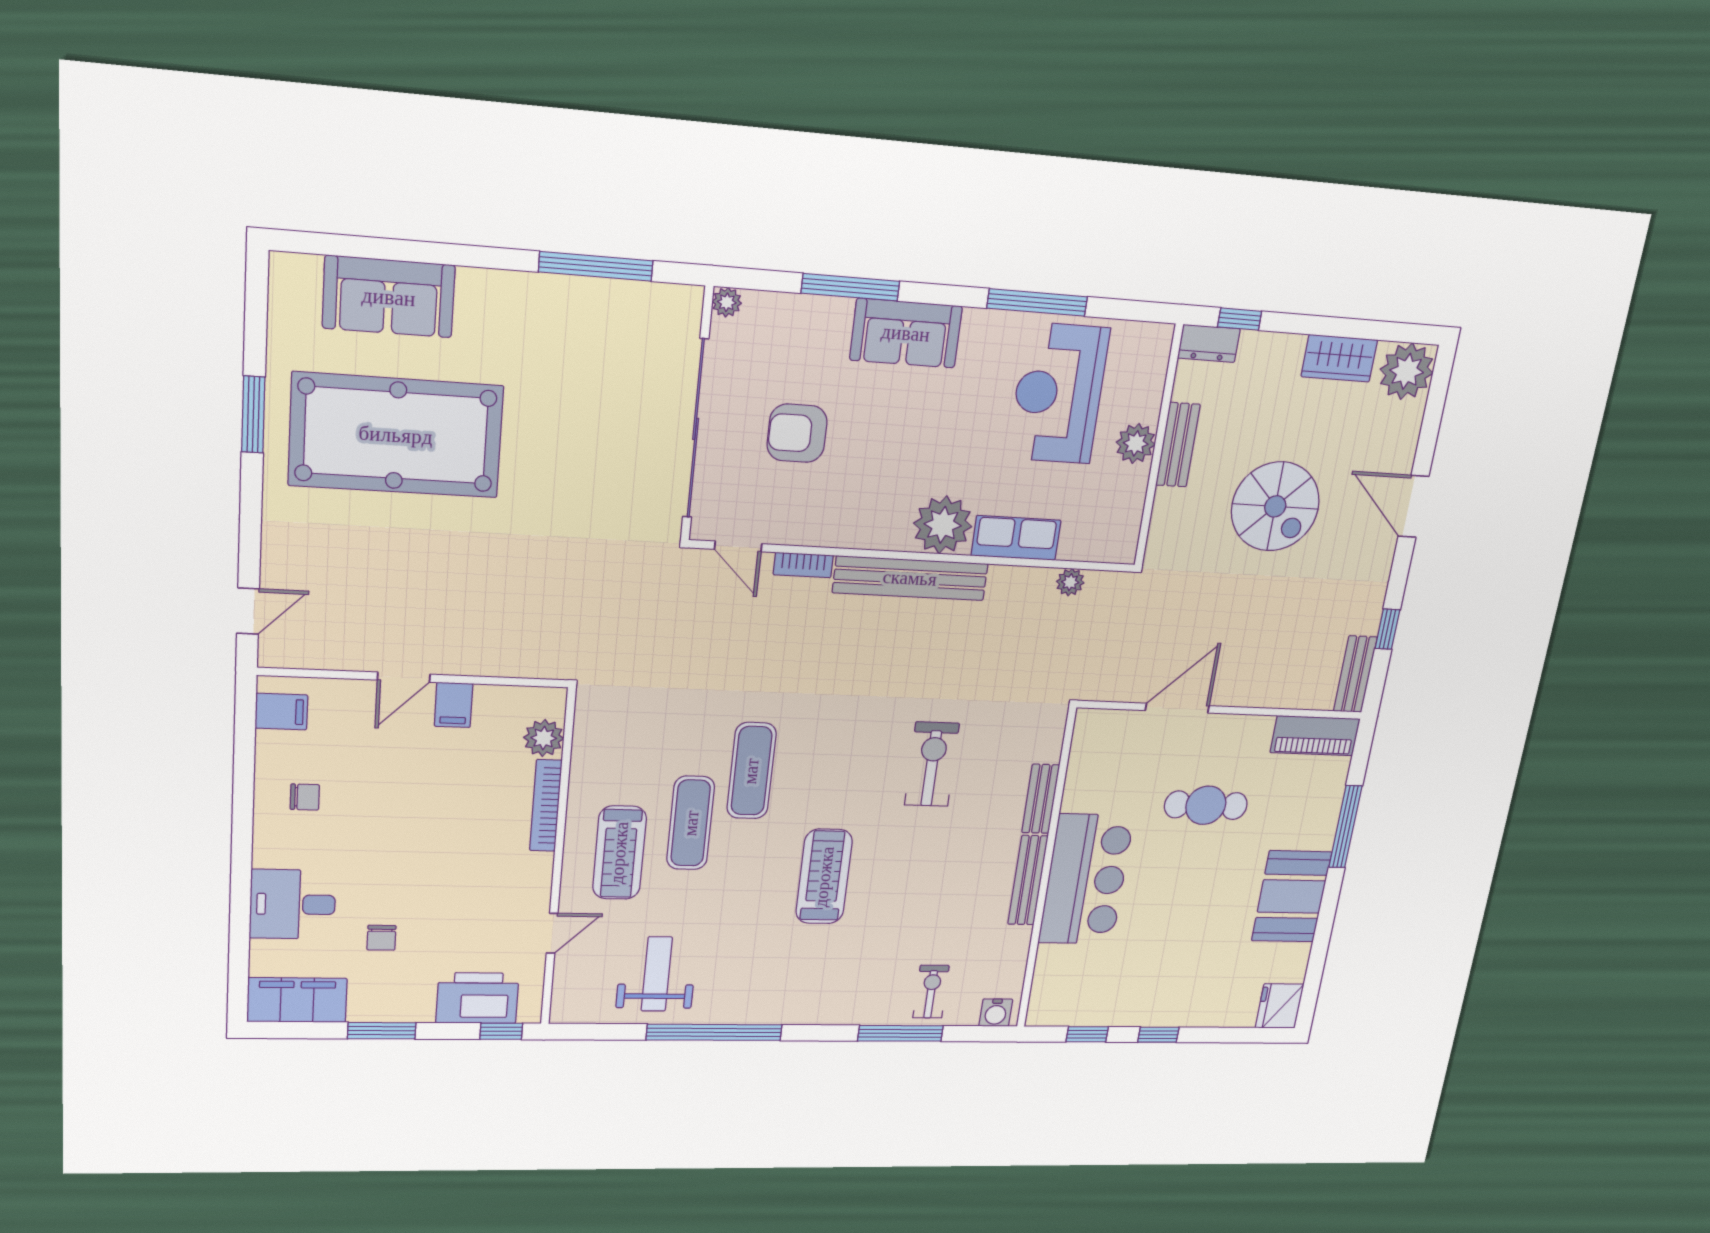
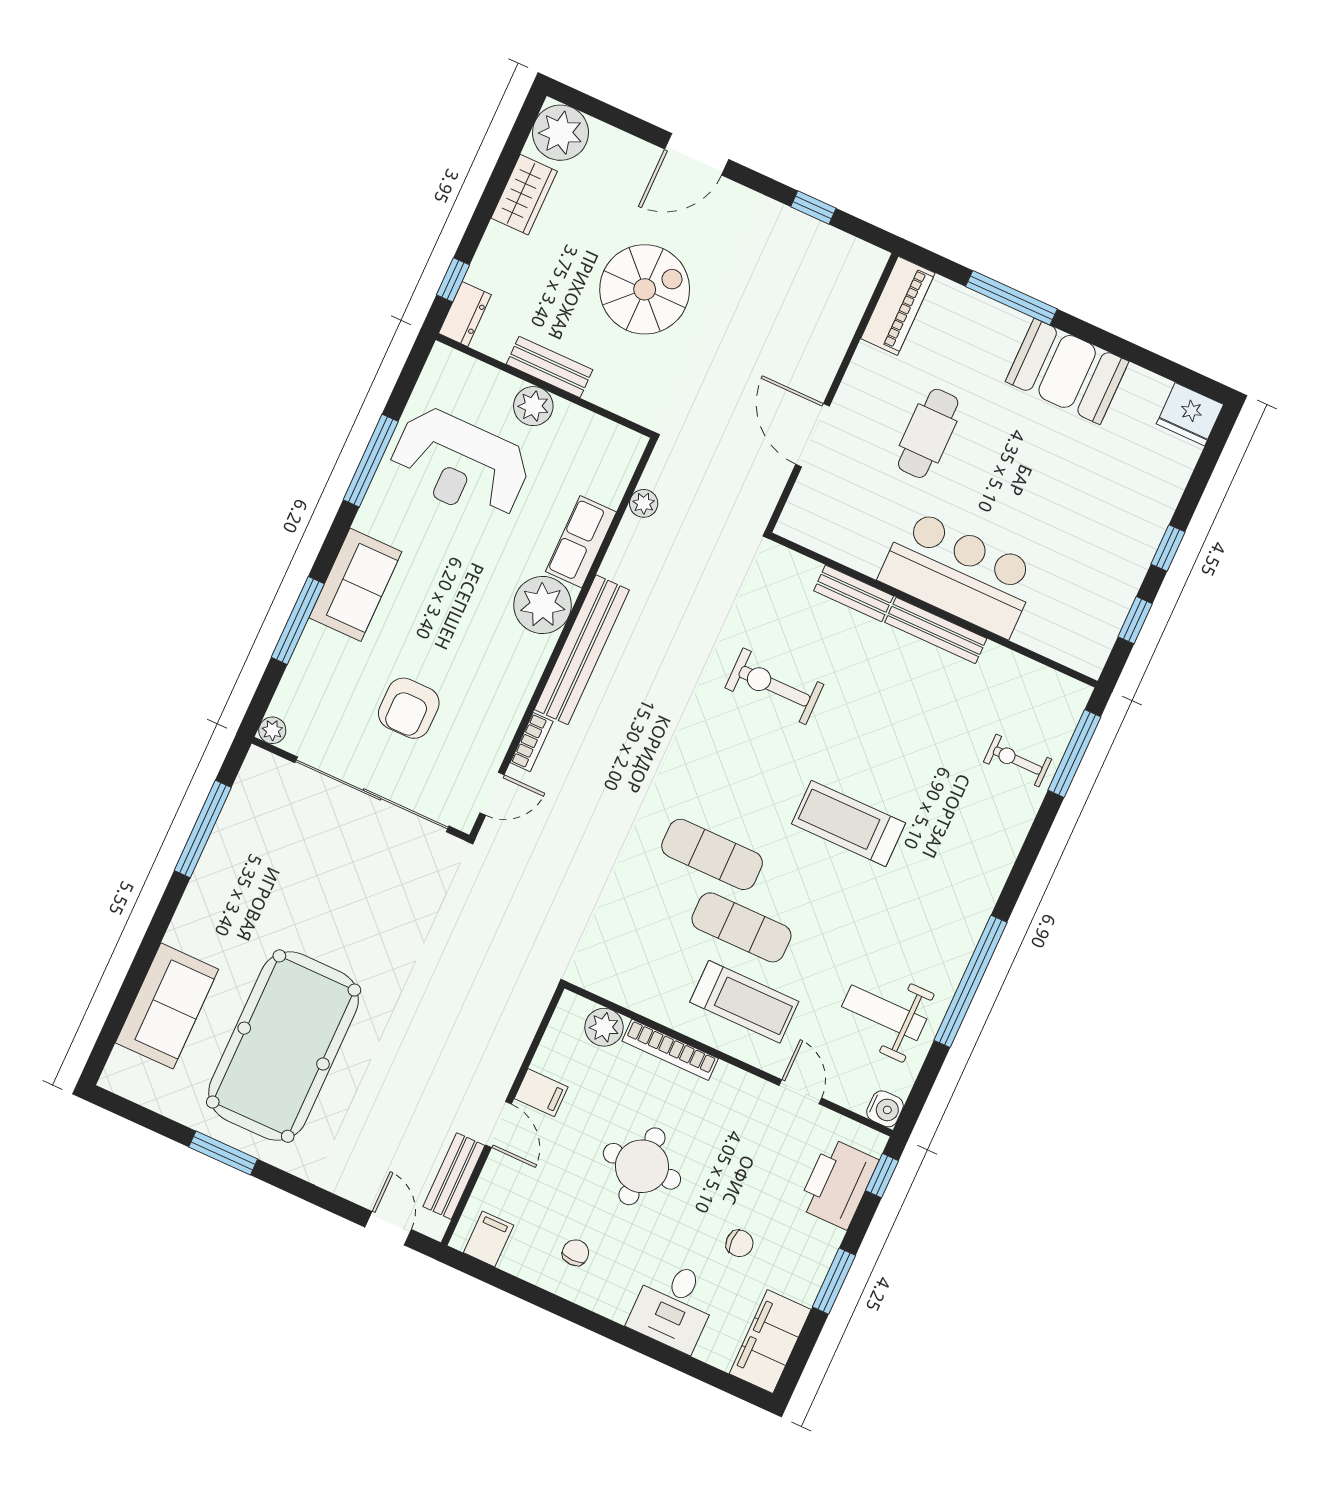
bench: (1355, 674) -> (454, 1176), moved, turned 90
round table: (419, 824) -> (642, 1166), added
water cooler: (996, 1013) -> (885, 1109), moved
window: (900, 1033) -> (1074, 753), moved

